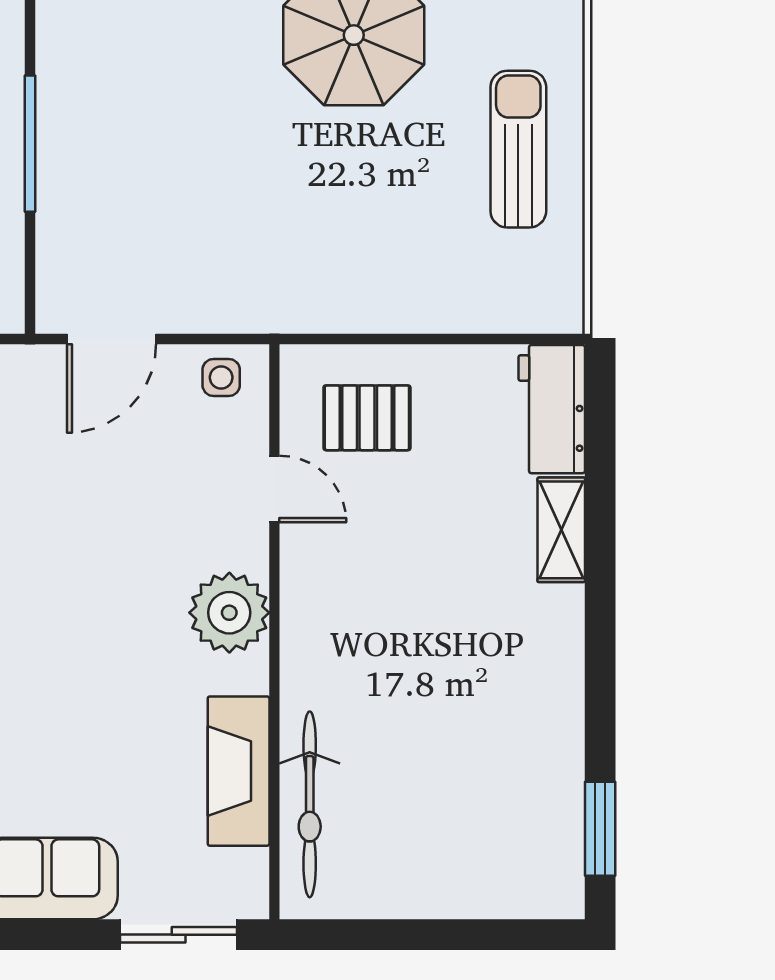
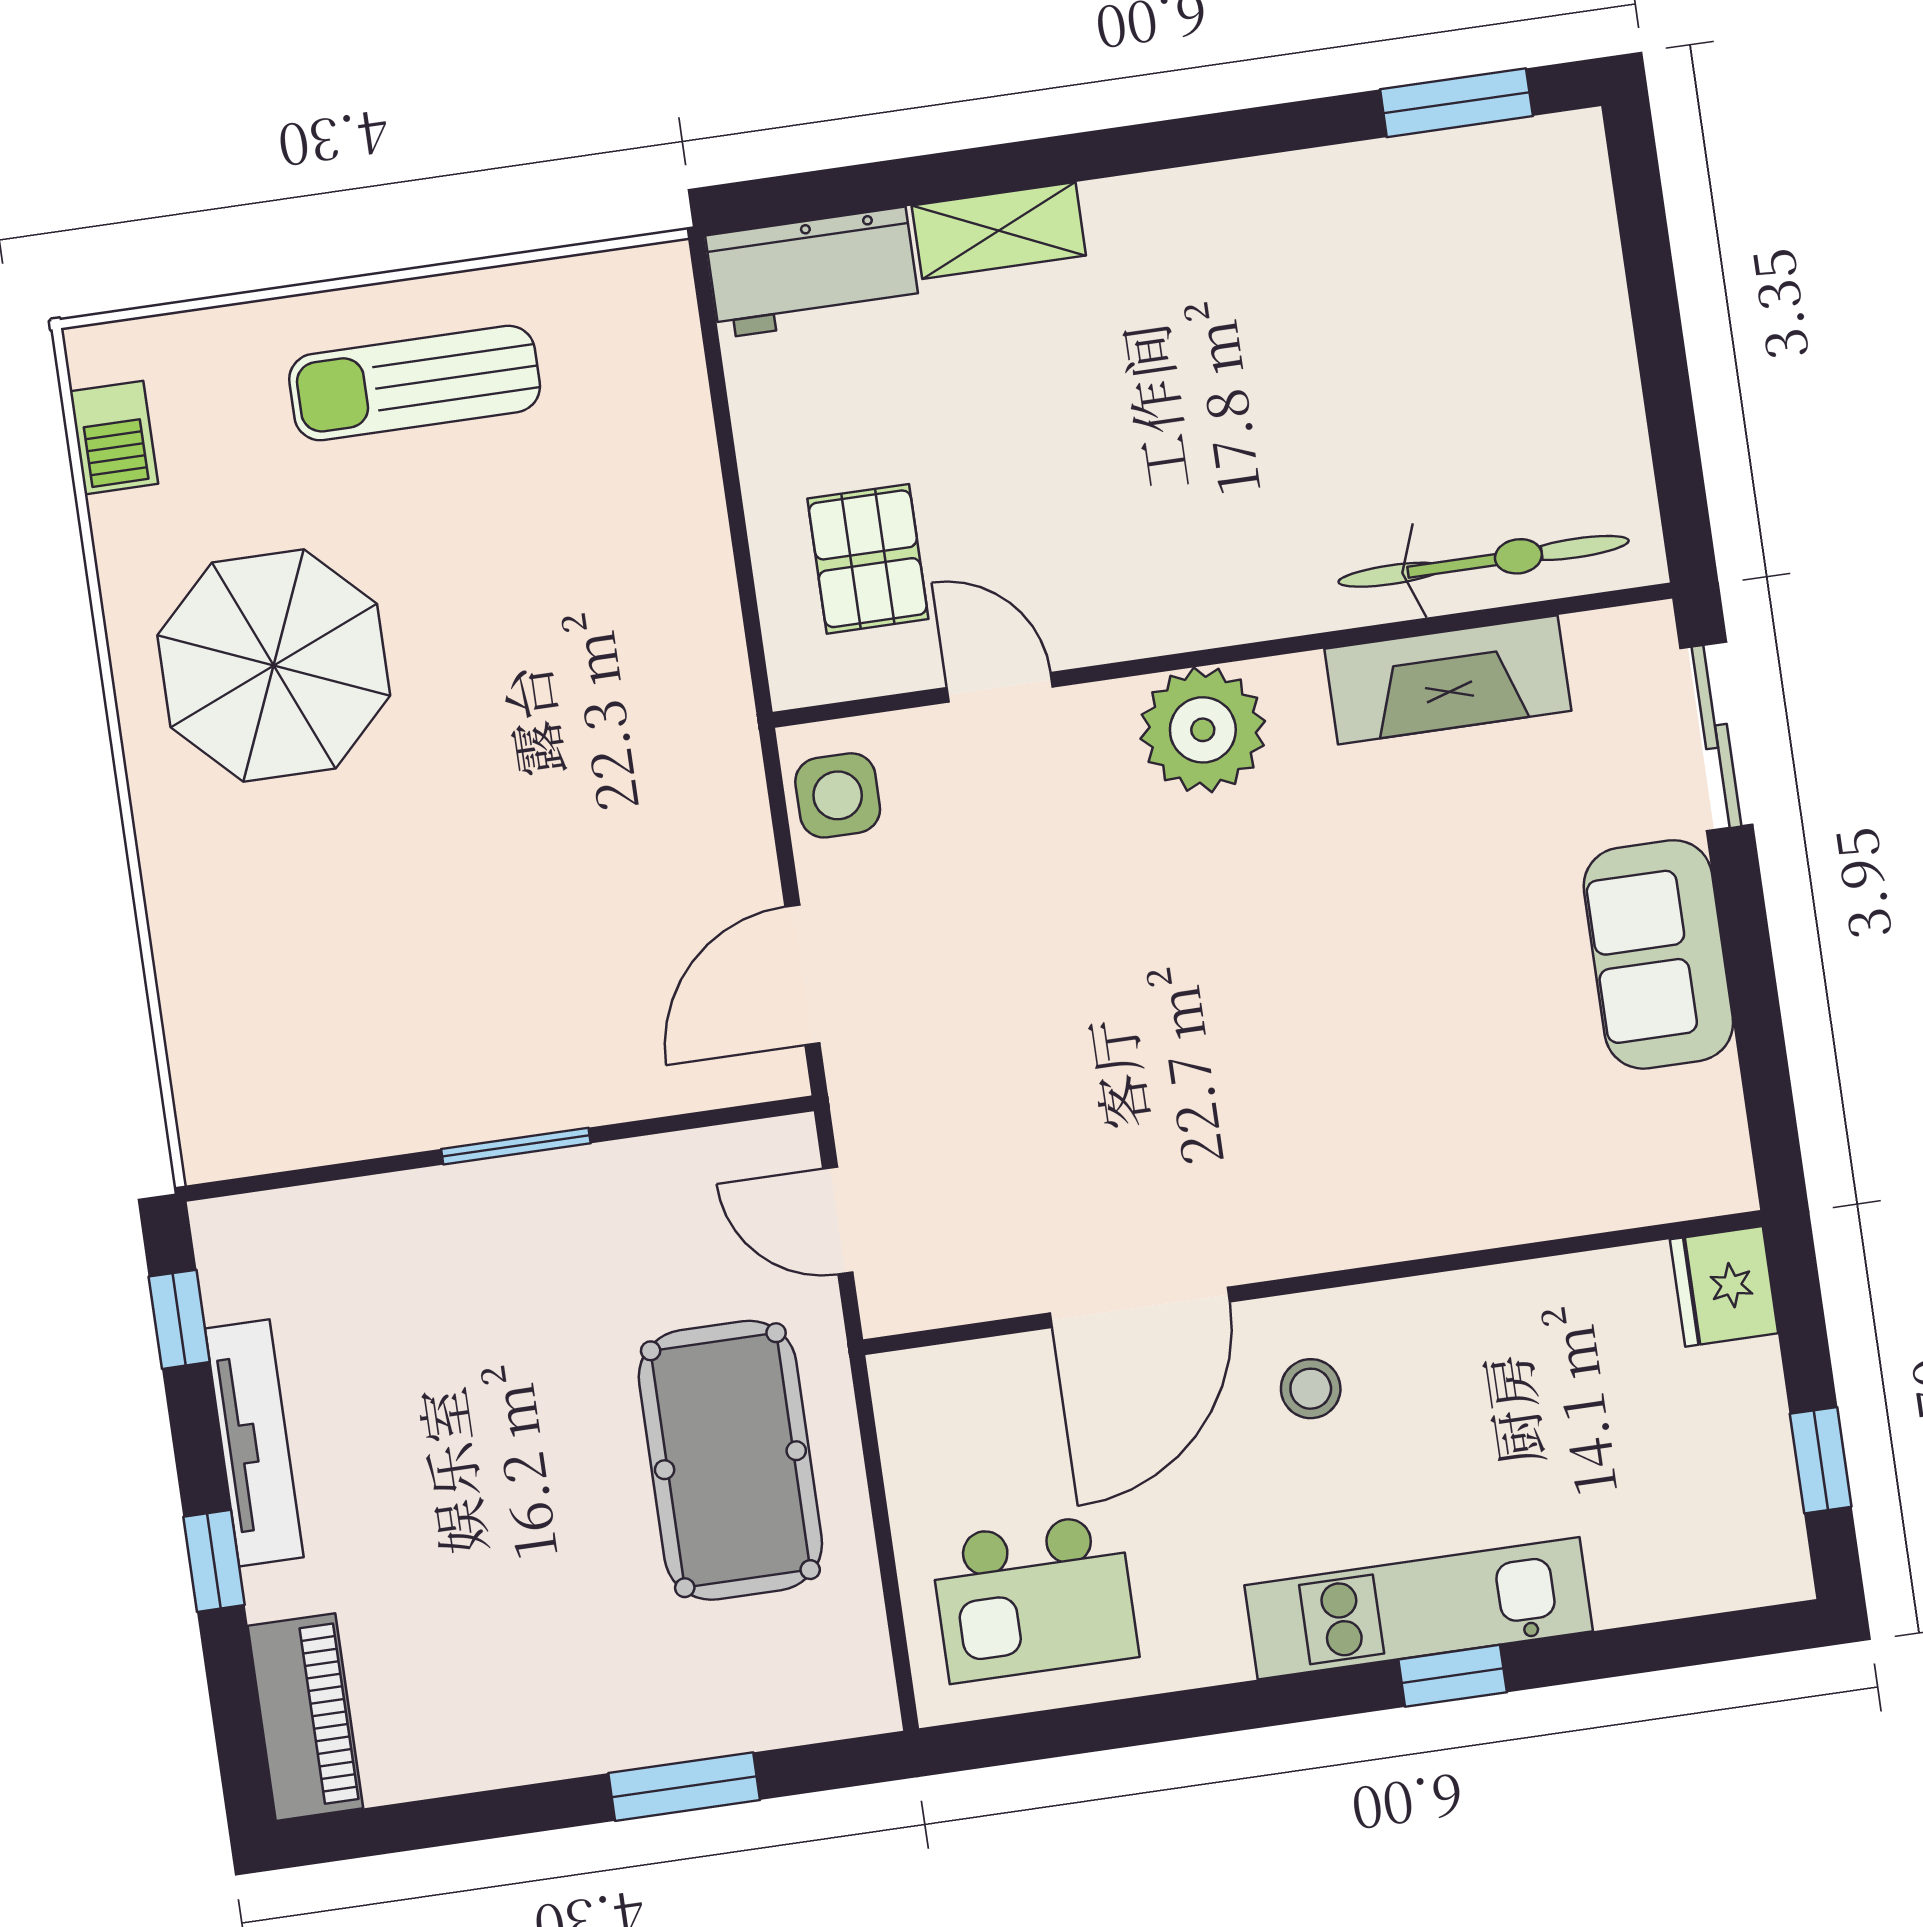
window: (30, 144) -> (516, 1146), width x0.69
door: (112, 339) -> (802, 975), swing flipped
side table: (221, 377) -> (838, 795), width x1.37, depth x1.37
door: (274, 489) -> (1000, 687), hinge flipped

